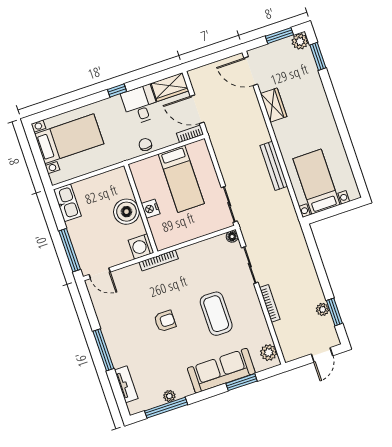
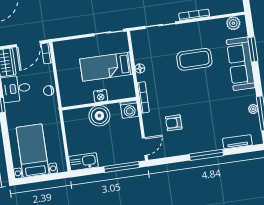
bed: (181, 179) -> (106, 67), moved, turned 180
floor lamp: (232, 237) -> (140, 68), moved
armchair: (165, 321) -> (174, 123), moved, turned -90

